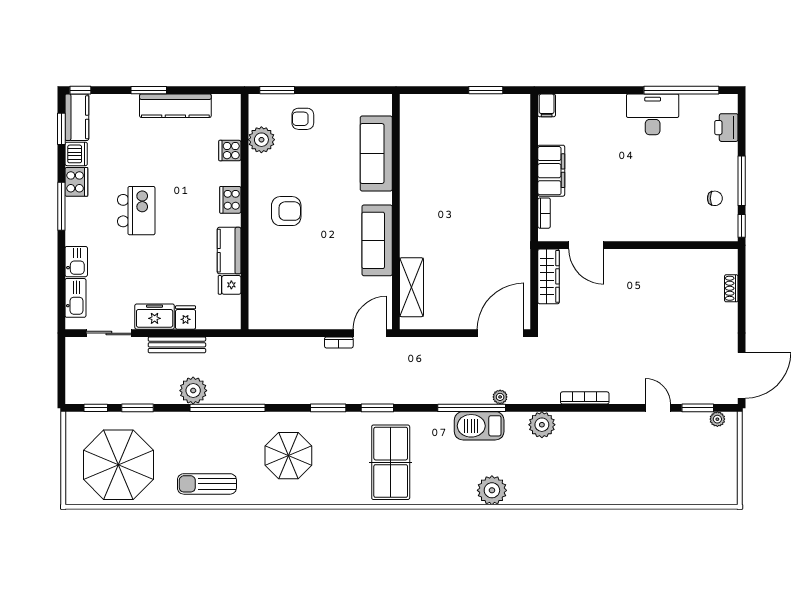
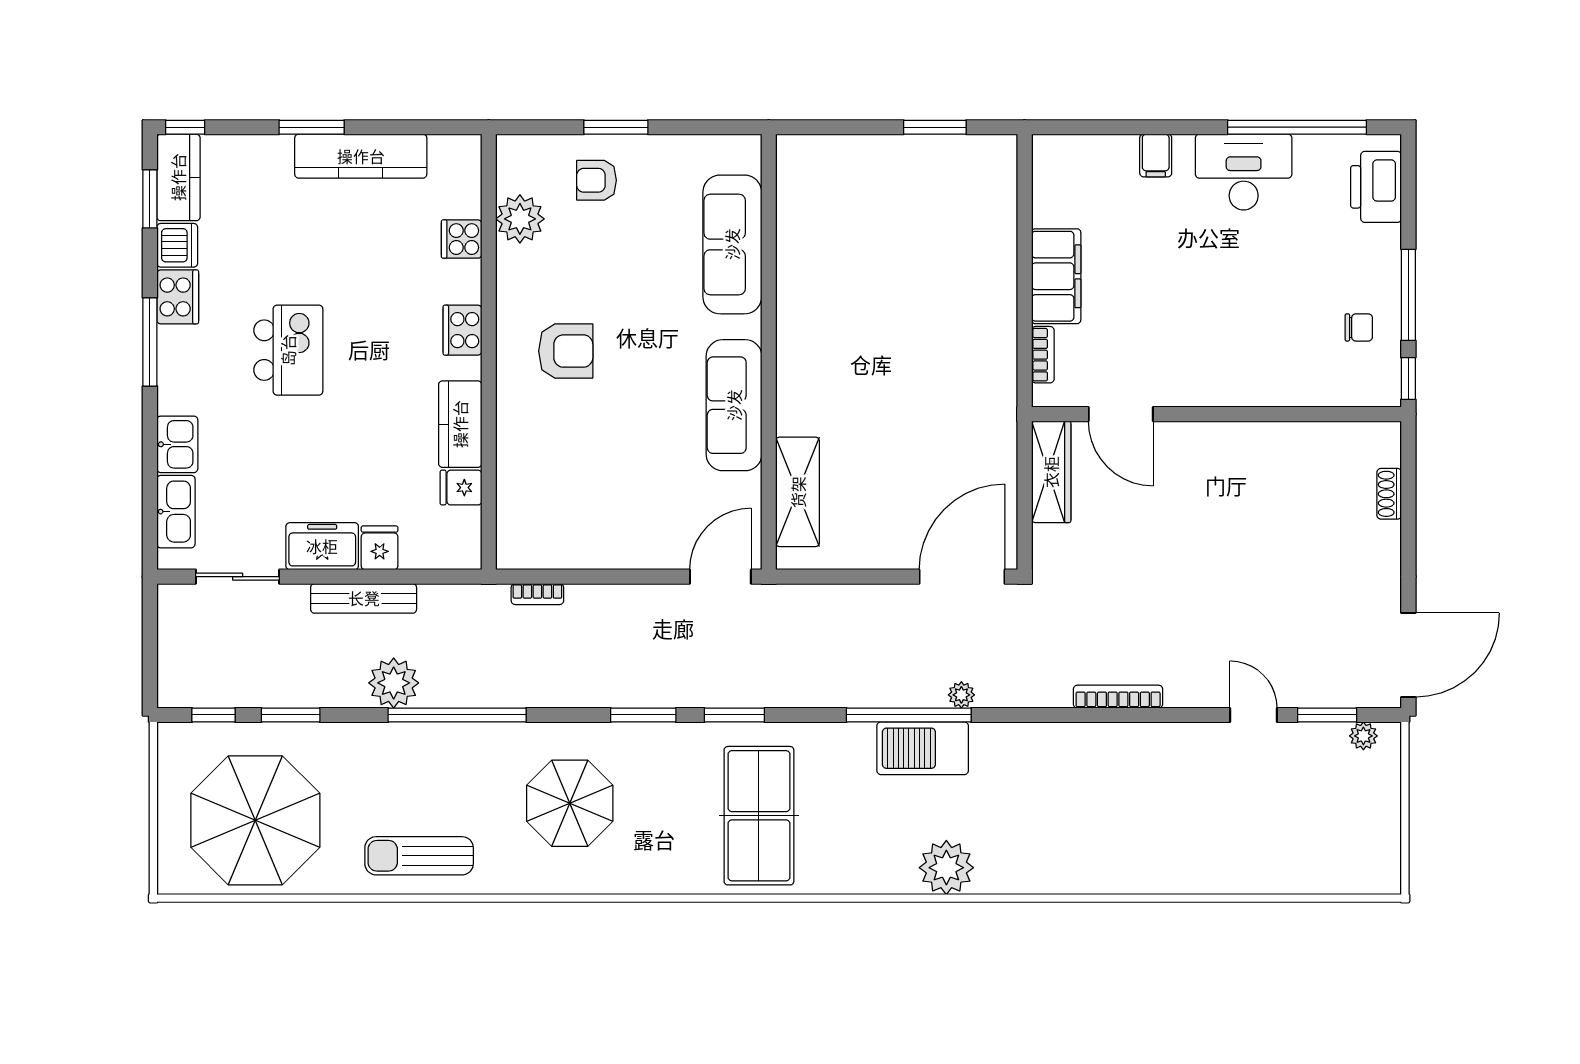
window: (277, 90) -> (616, 127), moved
filing cabinet: (547, 105) -> (1156, 155), moved
printer: (726, 128) -> (1376, 187), width x1.37, depth x1.19
bookcase: (339, 342) -> (537, 594), moved
plant: (542, 425) -> (1039, 746), removed

